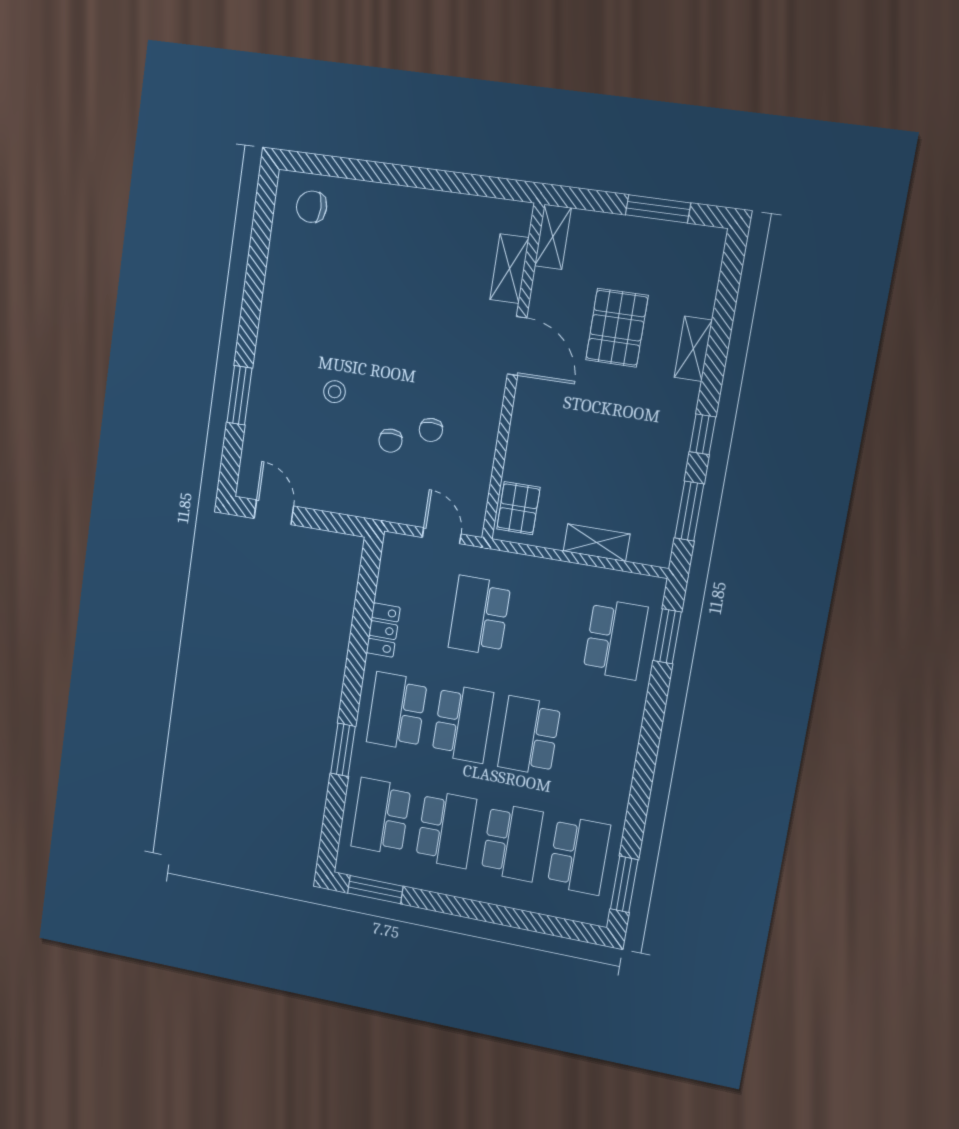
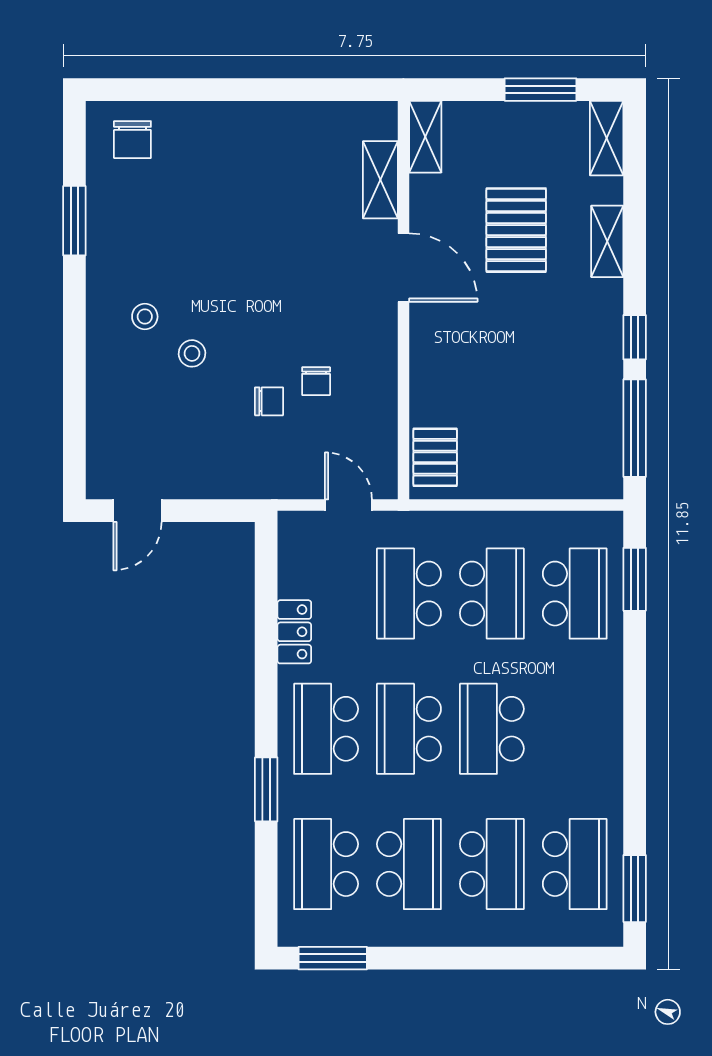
chair: (312, 207) -> (132, 140), turned -90
stool: (301, 356) -> (145, 317), added
window: (239, 395) -> (74, 221), moved
chair: (390, 441) -> (269, 401), turned -90
window: (689, 511) -> (635, 428), width x1.44
door: (274, 512) -> (137, 511), swing flipped
shelving: (597, 543) -> (607, 138), moved, turned 90
school desk: (547, 627) -> (492, 594), added
school desk: (463, 723) -> (409, 729), turned 180

